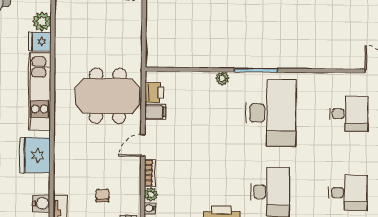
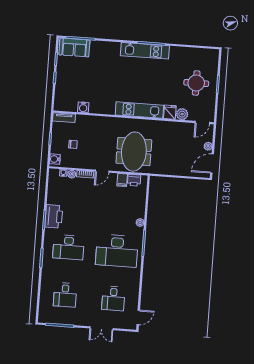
door: (143, 145) -> (102, 171), swing flipped
fridge: (35, 155) -> (100, 105), removed
water cooler: (41, 203) -> (83, 107), moved

